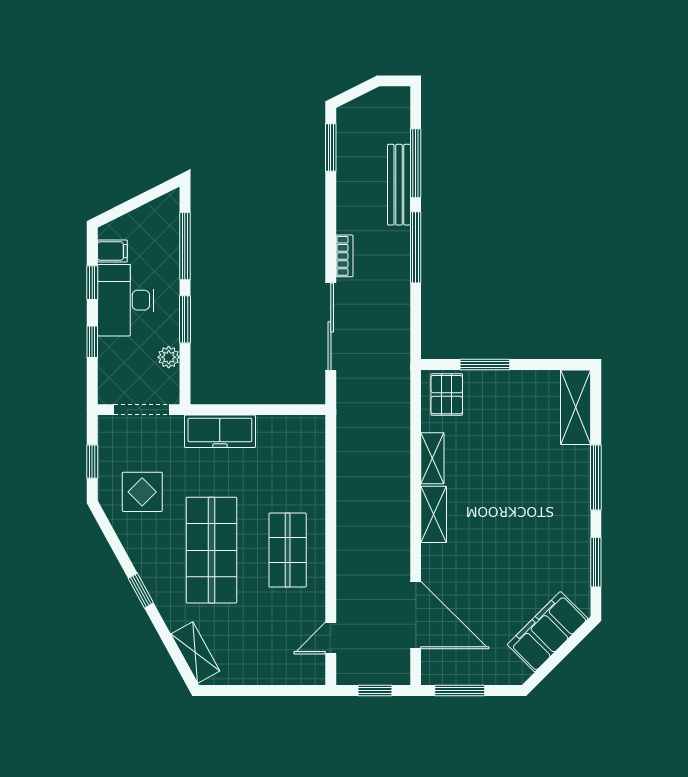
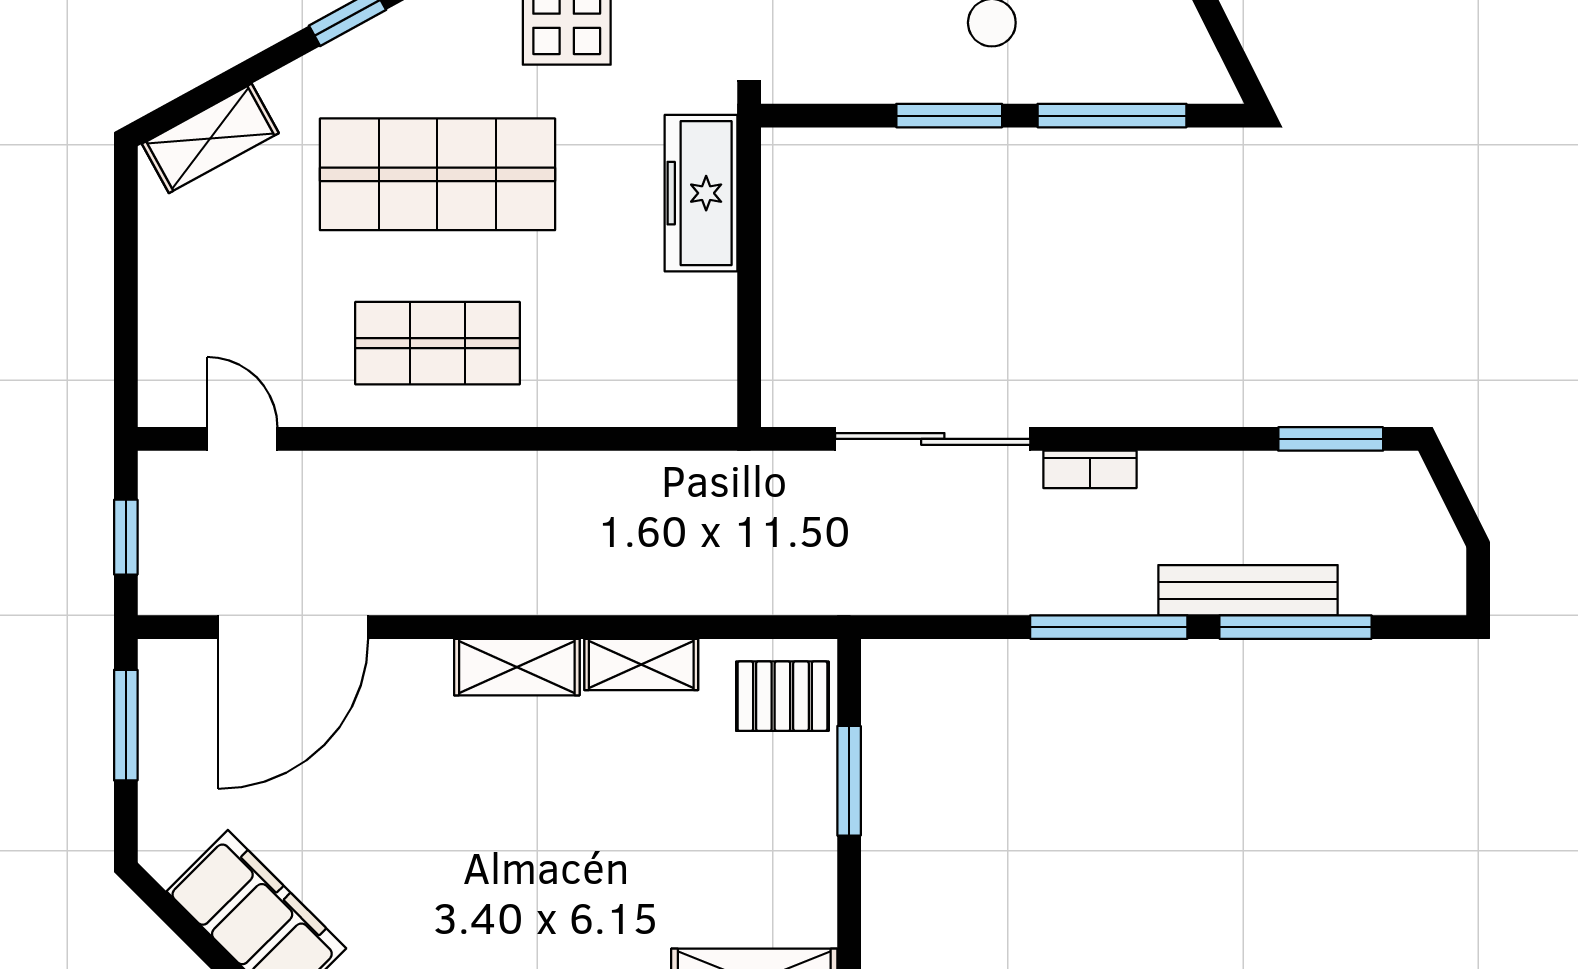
plant: (169, 357) -> (865, 79), removed

